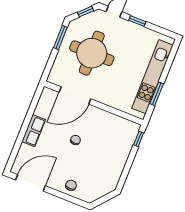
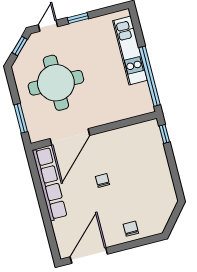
window: (60, 37) -> (21, 118), moved
kitchen unit: (152, 77) -> (130, 51), width x0.73
window: (157, 94) -> (150, 76), width x2.11
row of seats: (34, 131) -> (50, 184), width x2.02

